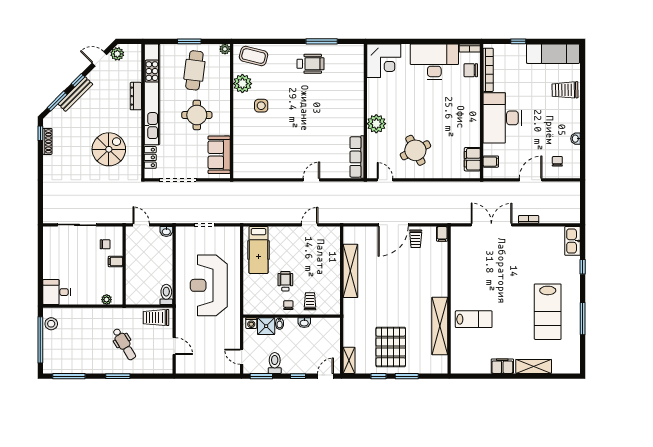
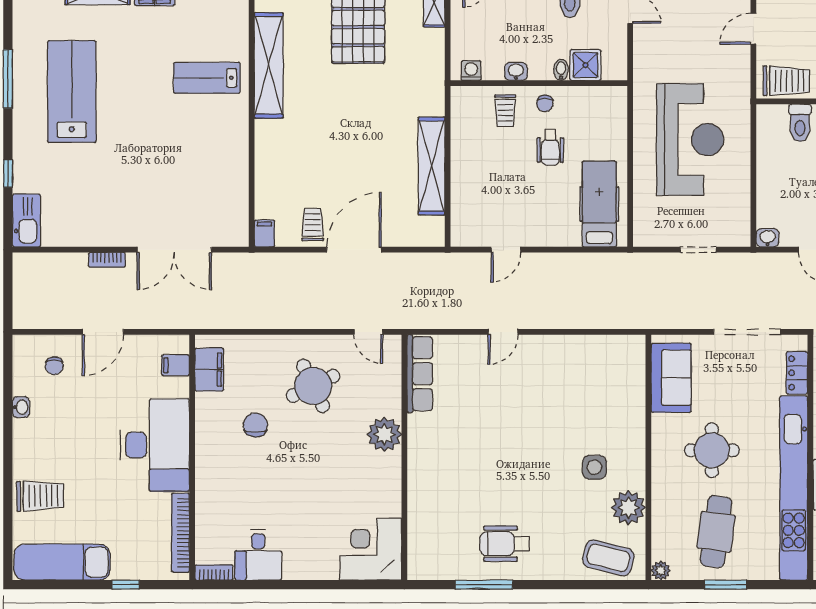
desk: (434, 62) -> (258, 555), width x0.53, depth x0.77
chair: (471, 70) -> (255, 425), moved, turned -90
toilet: (166, 294) -> (800, 123), moved
washing machine: (251, 323) -> (471, 71), moved
door: (174, 346) -> (753, 29), hinge flipped

